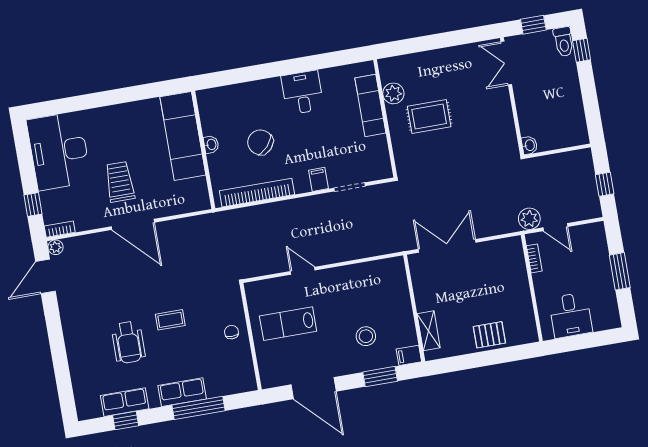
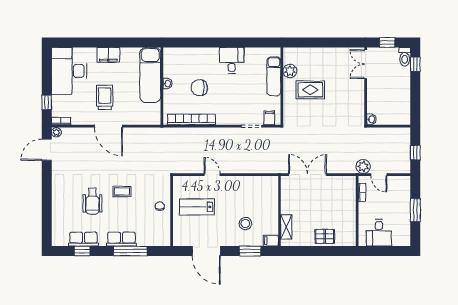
filing cabinet: (114, 116) -> (108, 55), added
chair: (260, 142) -> (199, 88), turned -42
filing cabinet: (318, 179) -> (269, 118), moved

